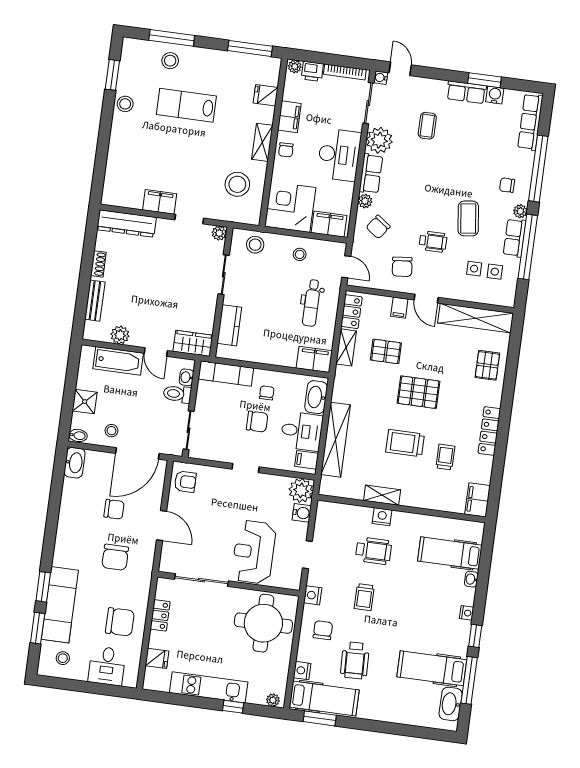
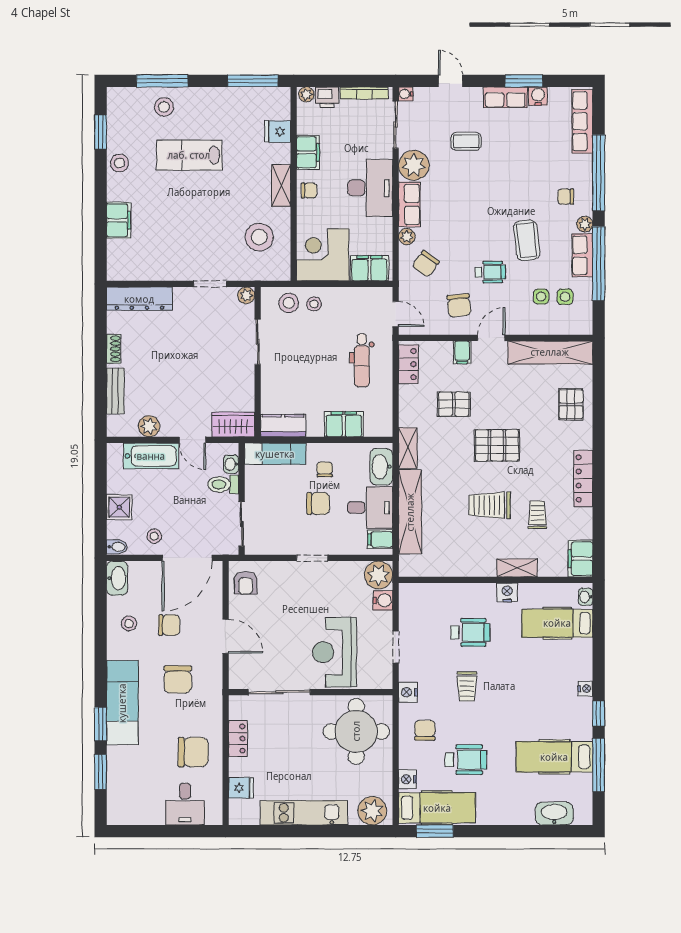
door: (400, 69) -> (451, 81), moved
coffee table: (427, 126) -> (466, 141), turned 90
chair: (286, 150) -> (309, 191), turned -88
filing cabinet: (160, 202) -> (119, 220), moved, turned 90
stool: (300, 254) -> (314, 304), moved
door: (426, 299) -> (491, 338), swing flipped
kitchen counter: (229, 325) -> (283, 426), moved, turned -90
shelving: (346, 347) -> (408, 448), moved
filing cabinet: (314, 359) -> (344, 424), moved
armchair: (185, 482) -> (246, 583), turned 90
shelving: (382, 495) -> (517, 568), moved
nightstand: (382, 517) -> (507, 592), moved
washbasin: (471, 579) -> (586, 597), moved
exam couch: (60, 605) -> (122, 703), moved
stool: (63, 658) -> (129, 624), moved
wheelchair: (355, 660) -> (466, 760), turned -88
plant: (273, 700) -> (372, 811), width x1.88, depth x1.88
washbasin: (451, 704) -> (554, 814), moved, turned 90
window: (233, 707) -> (335, 831), removed

